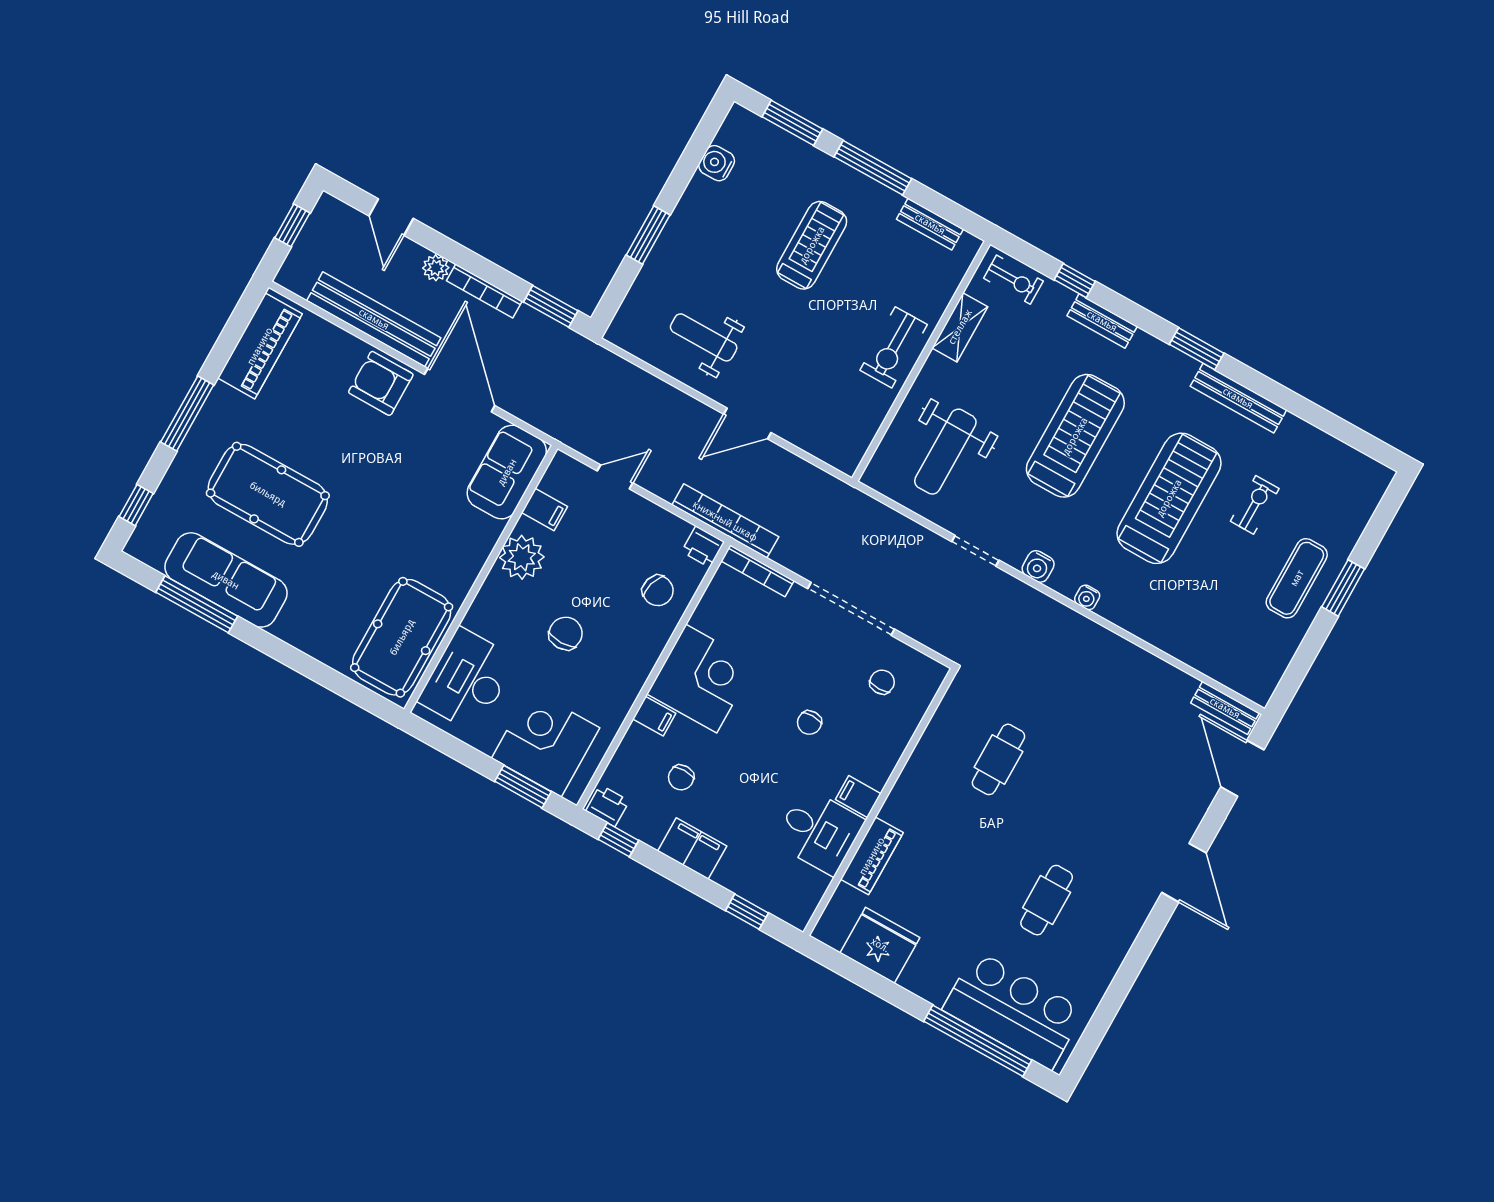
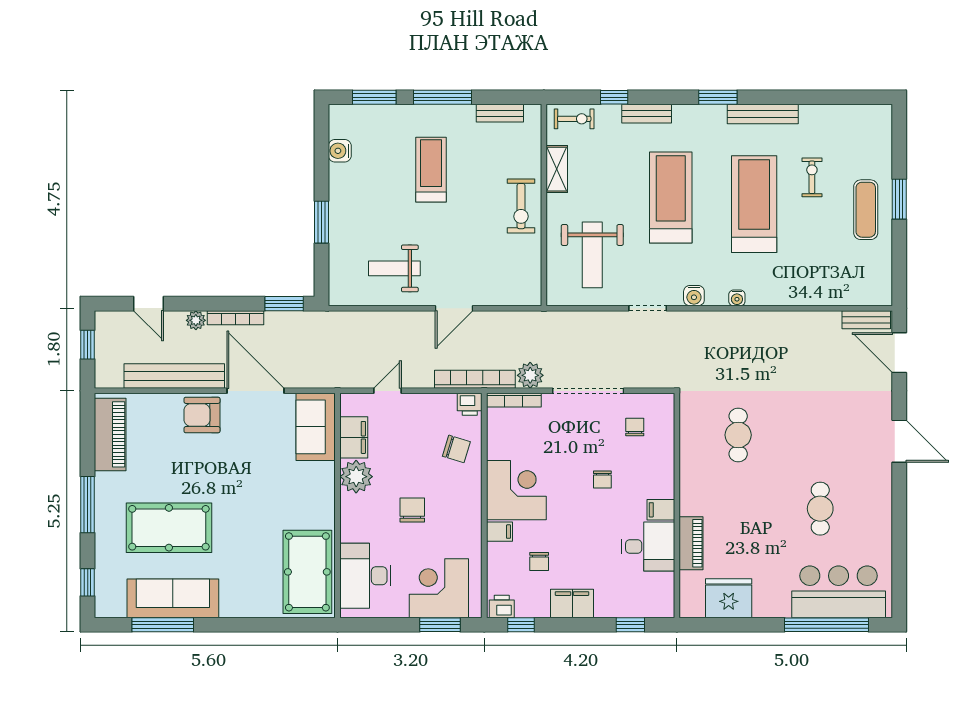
filing cabinet: (544, 509) -> (354, 437), width x2.00
plant: (793, 552) -> (530, 375), added

